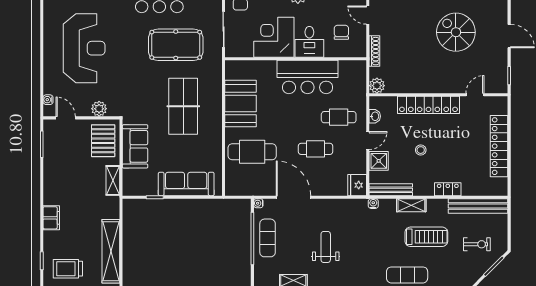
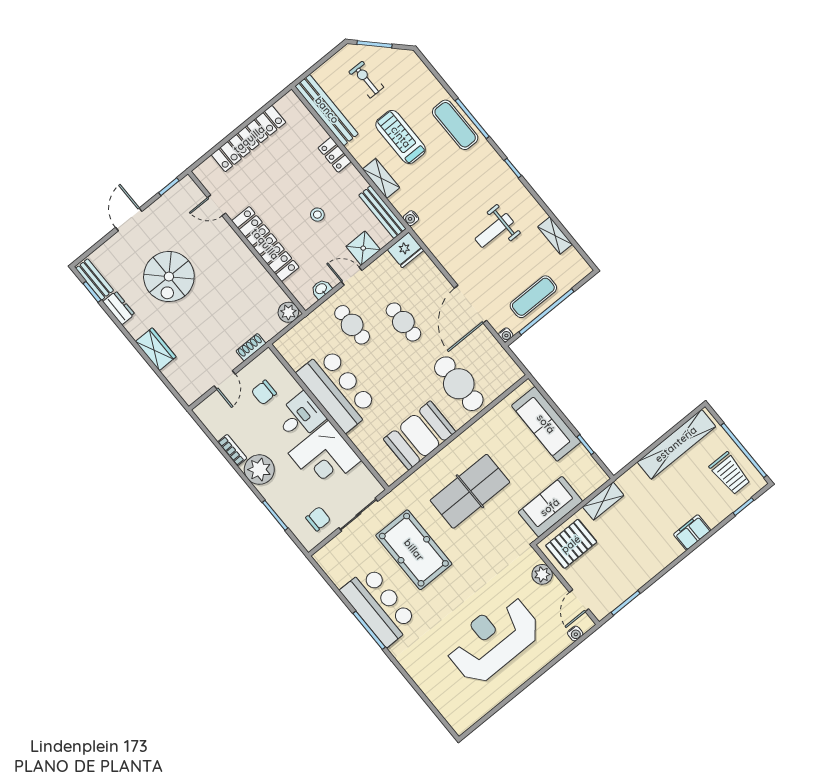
shoe rack: (374, 51) -> (251, 347), width x0.70

